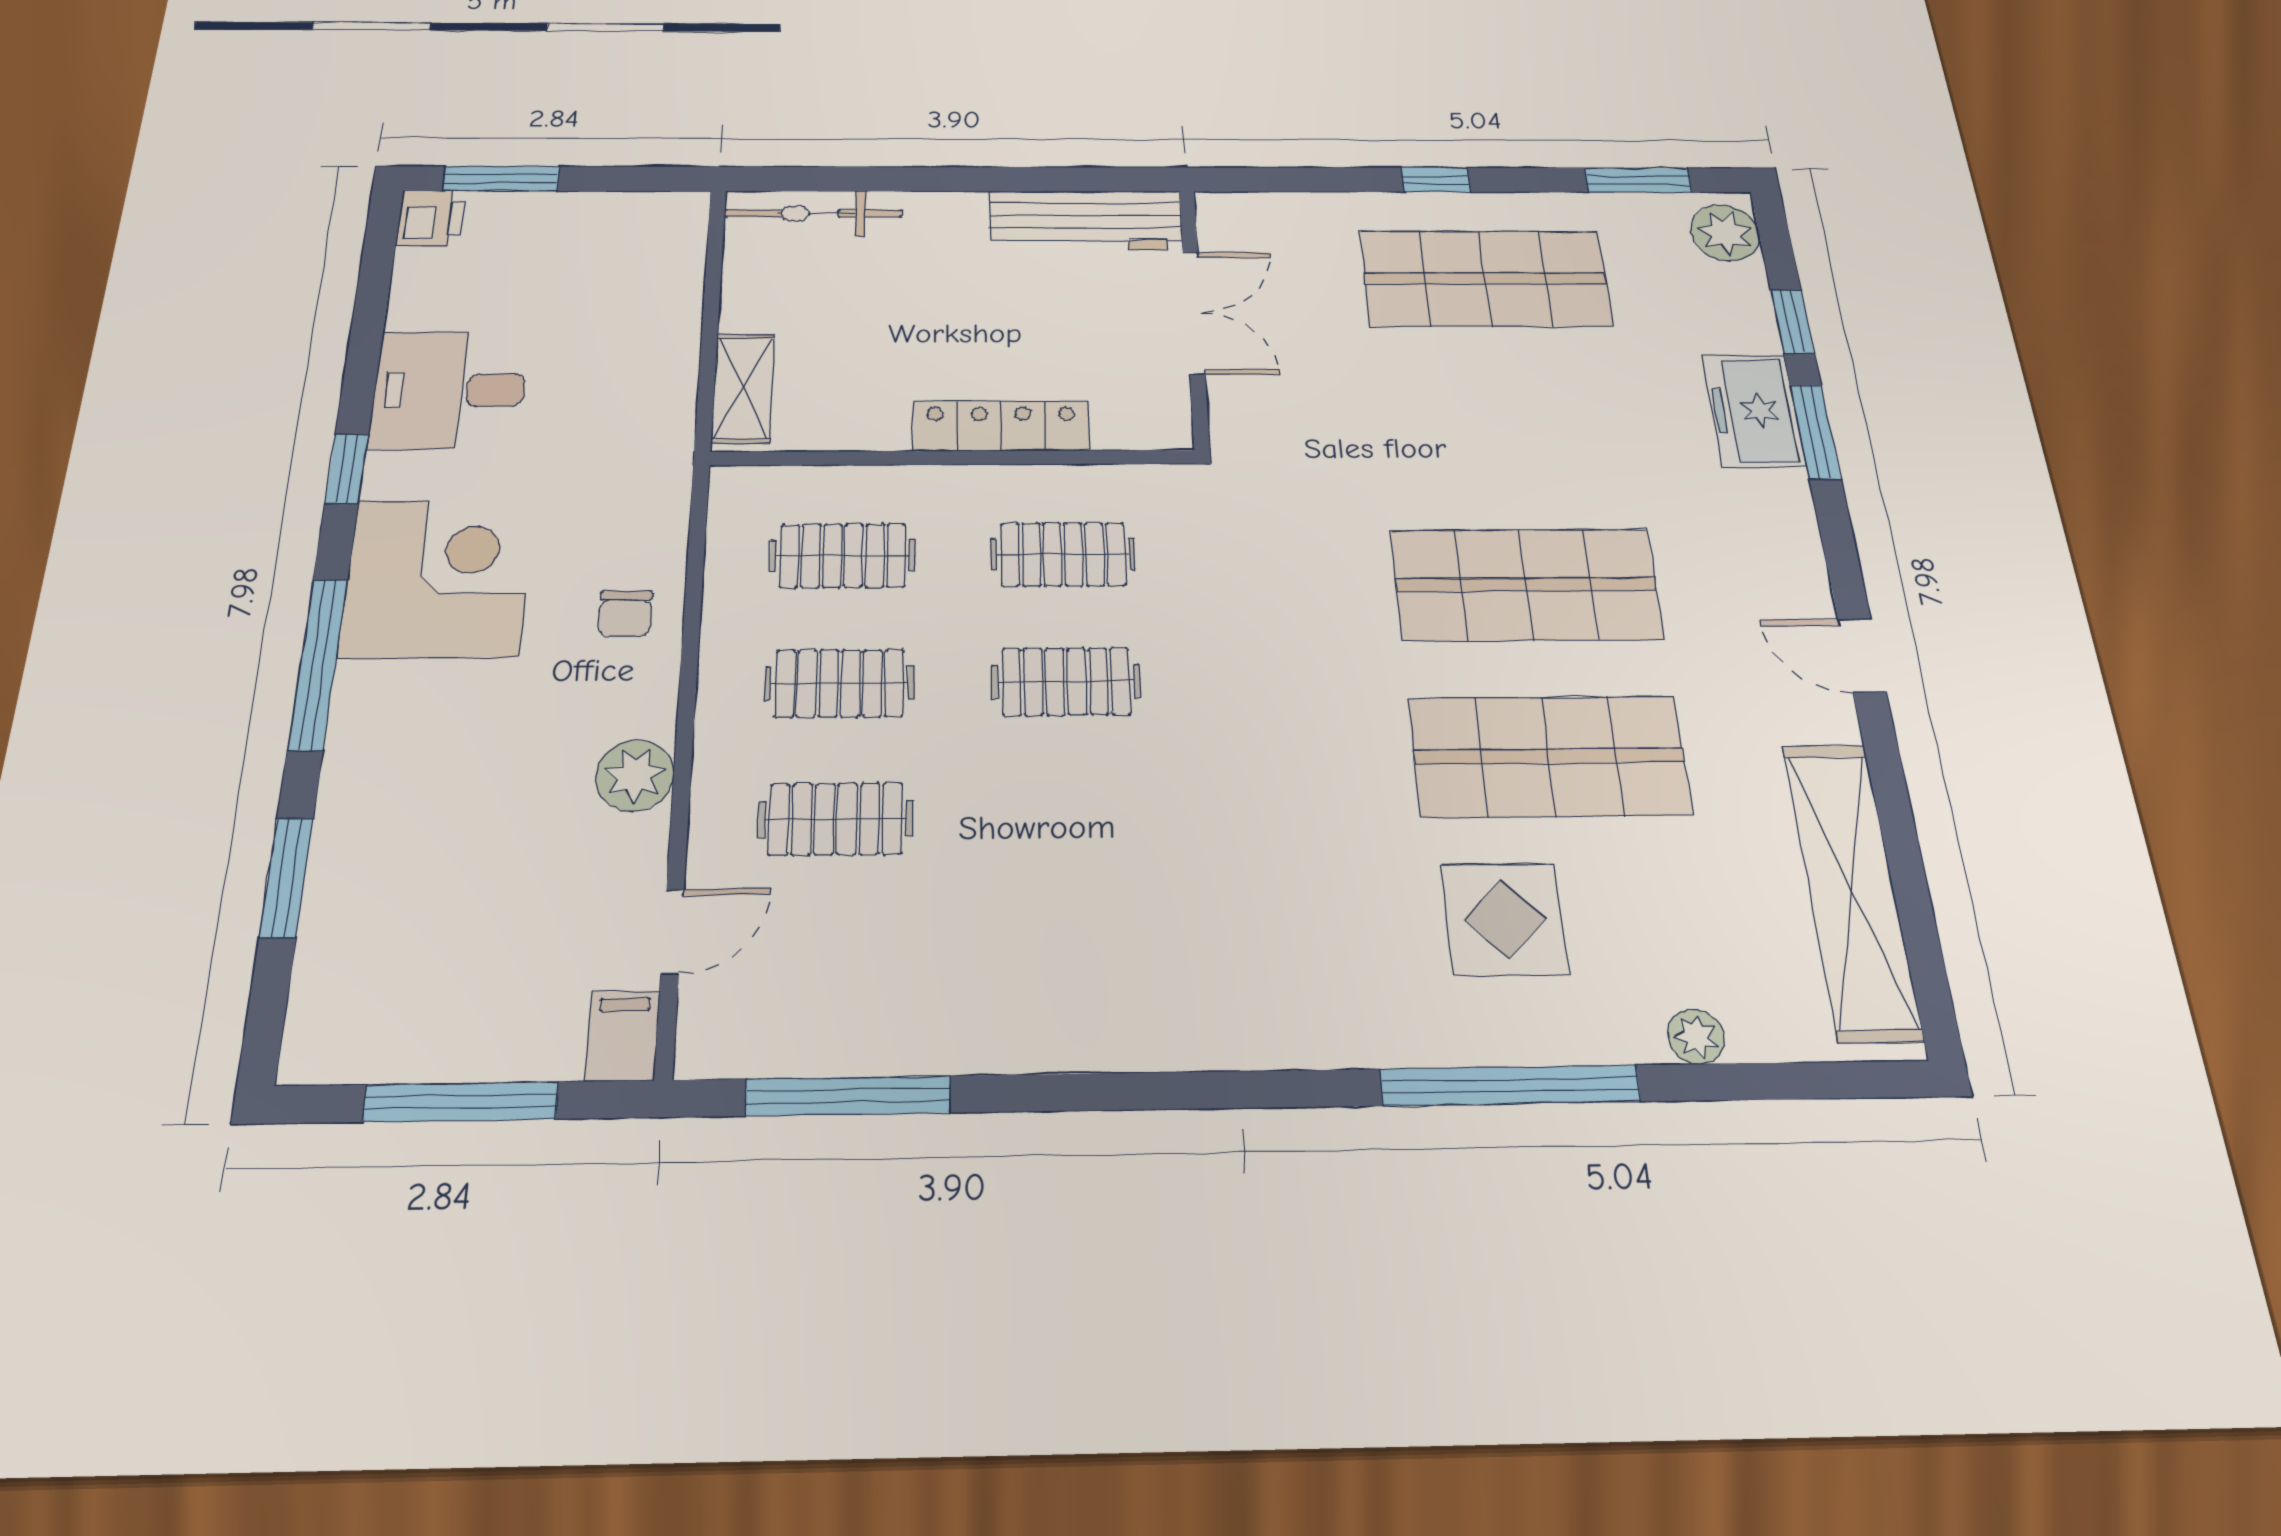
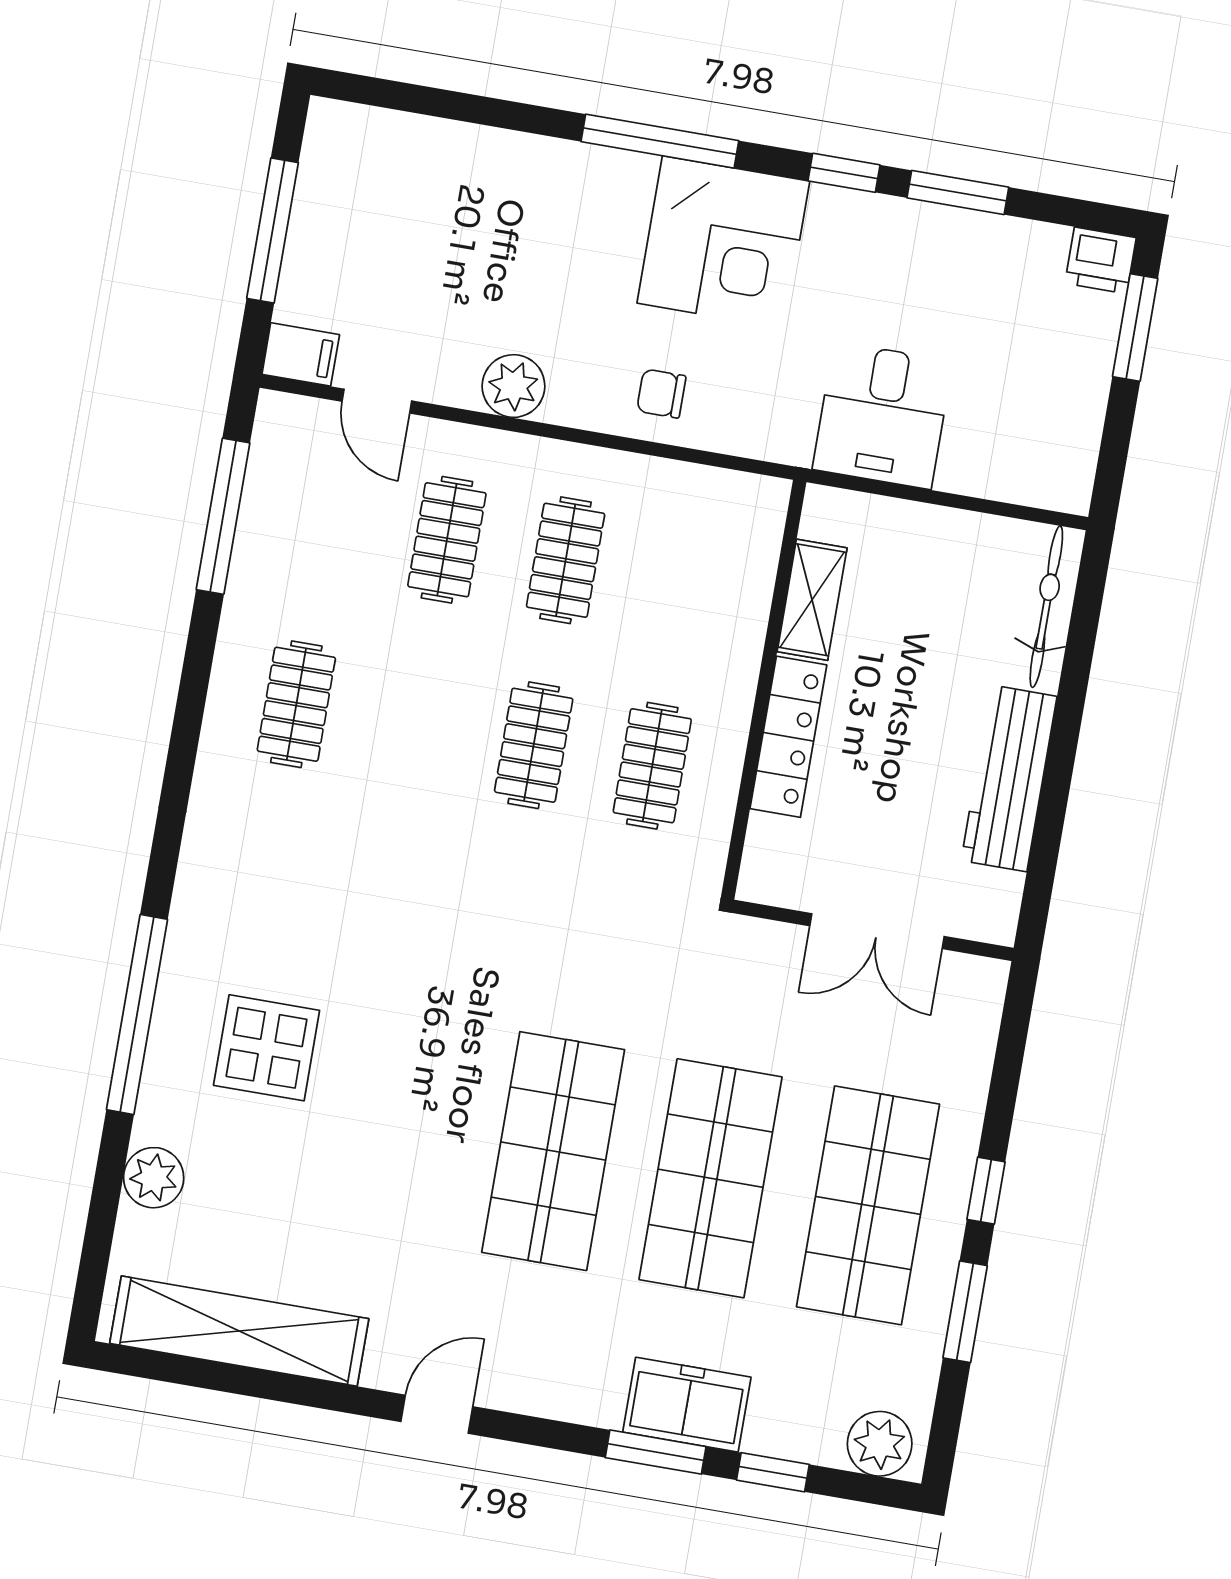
window: (1638, 180) -> (965, 1312), moved
workbench: (1086, 220) -> (1009, 778), moved
shelving: (743, 388) -> (812, 600), moved, turned 90
desk: (449, 390) -> (883, 415), moved, turned 180
clothes rail: (843, 556) -> (296, 704), moved
shop shelf: (1549, 756) -> (711, 1178), moved
window: (286, 877) -> (958, 193), moved
plant: (1696, 1037) -> (154, 1178), width x1.38, depth x1.38

